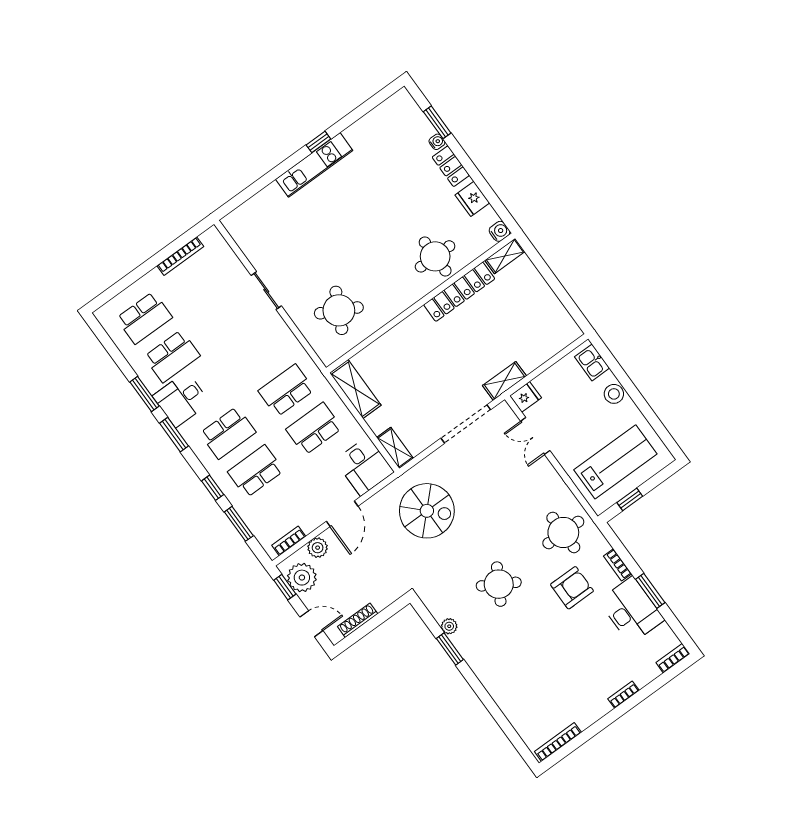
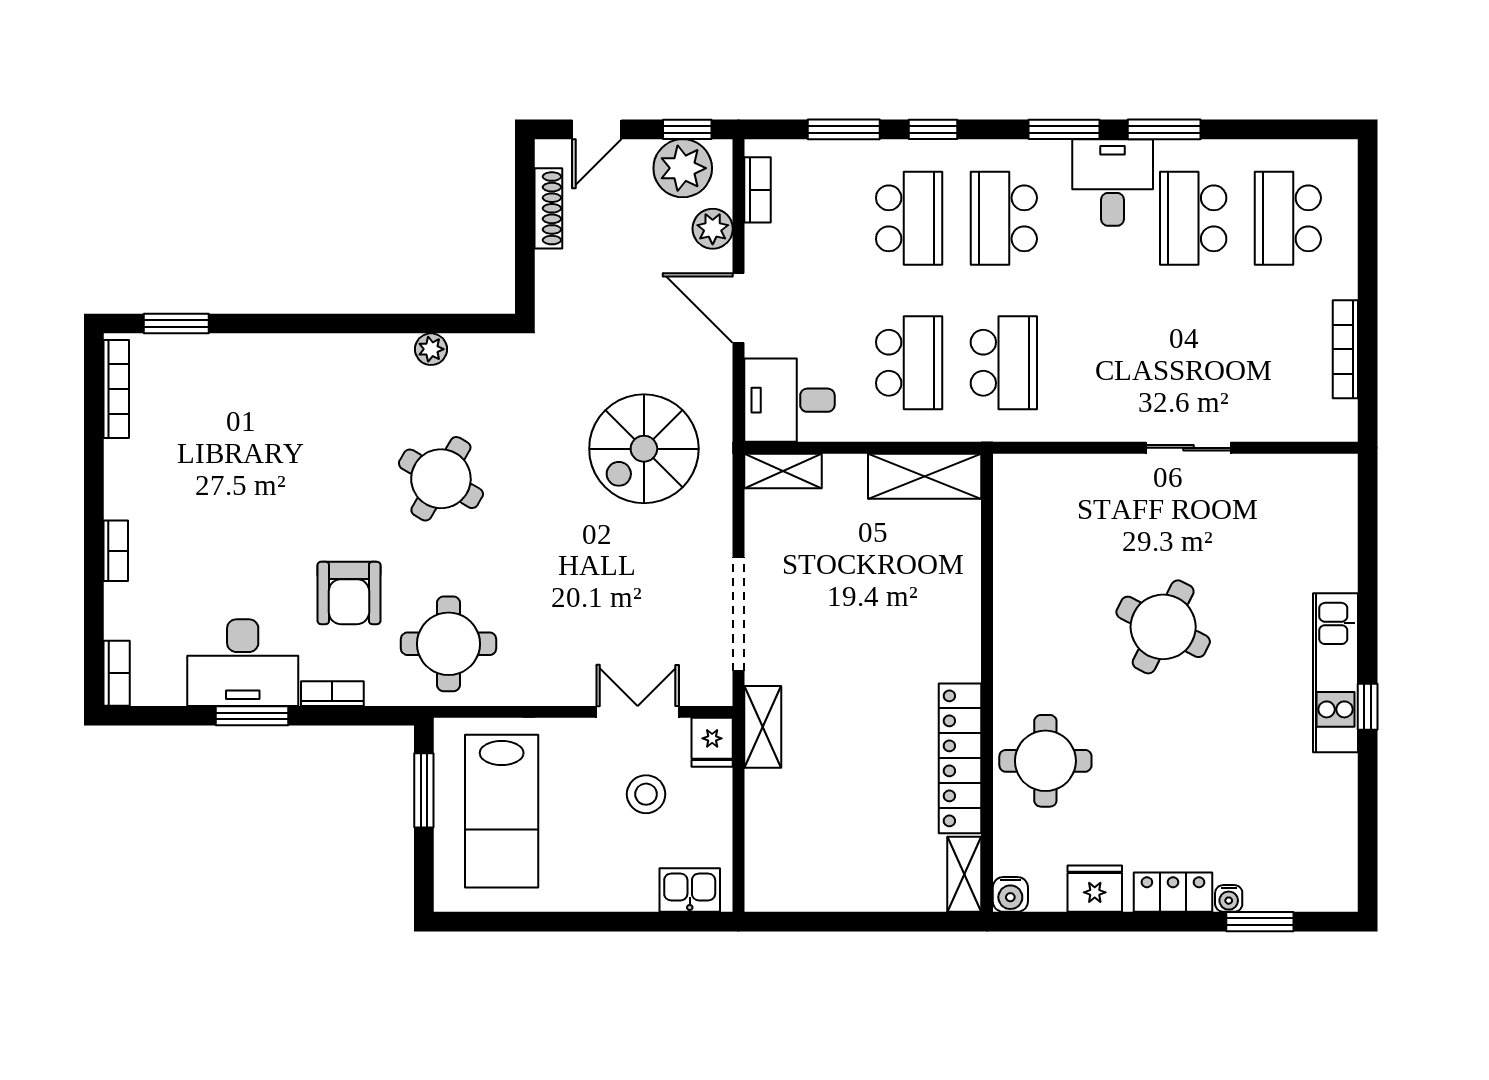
round table: (339, 310) -> (1163, 627), moved
stool: (614, 394) -> (646, 794), moved
window: (630, 499) -> (424, 790), width x1.50
window: (450, 649) -> (176, 324), moved

